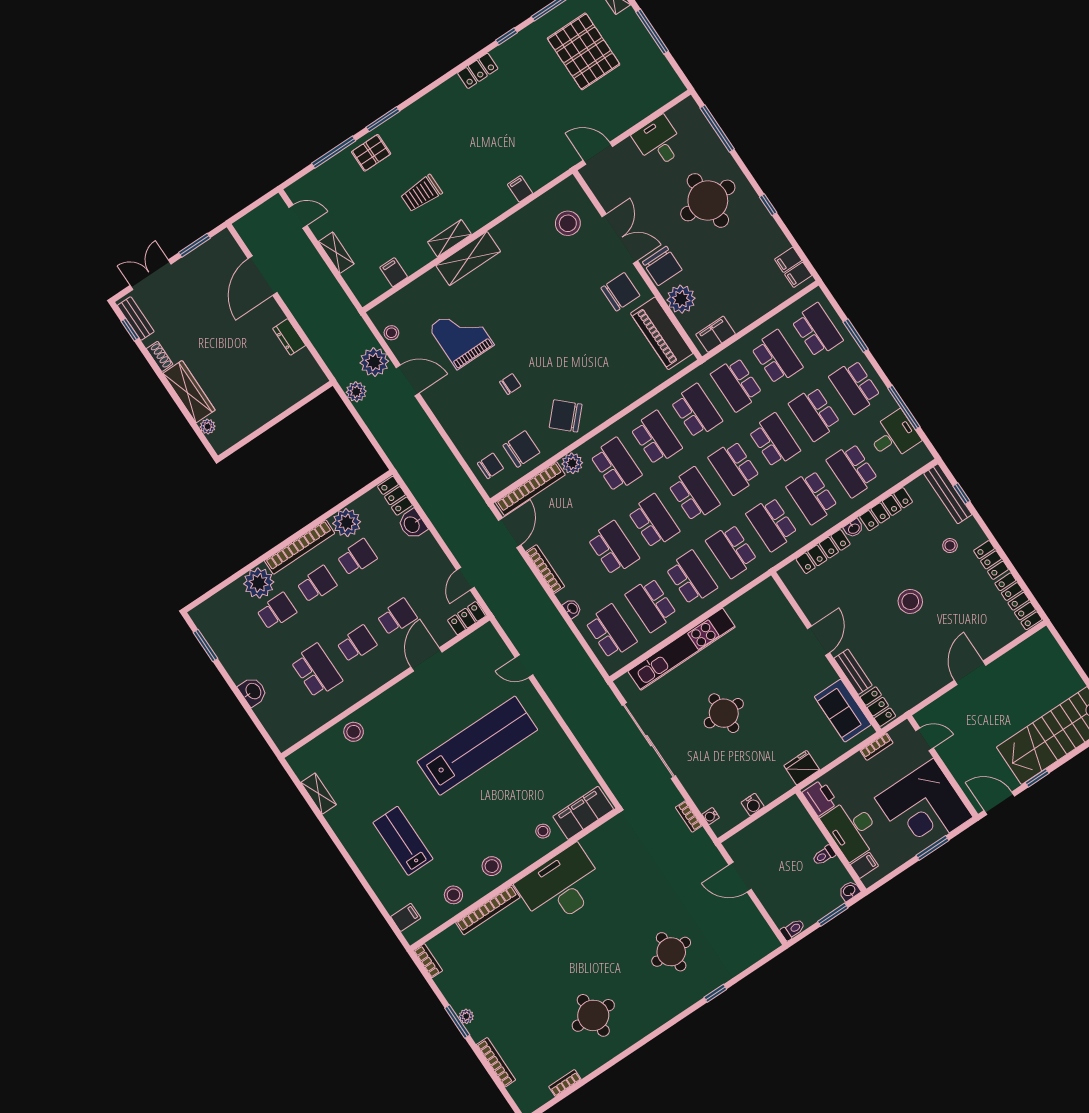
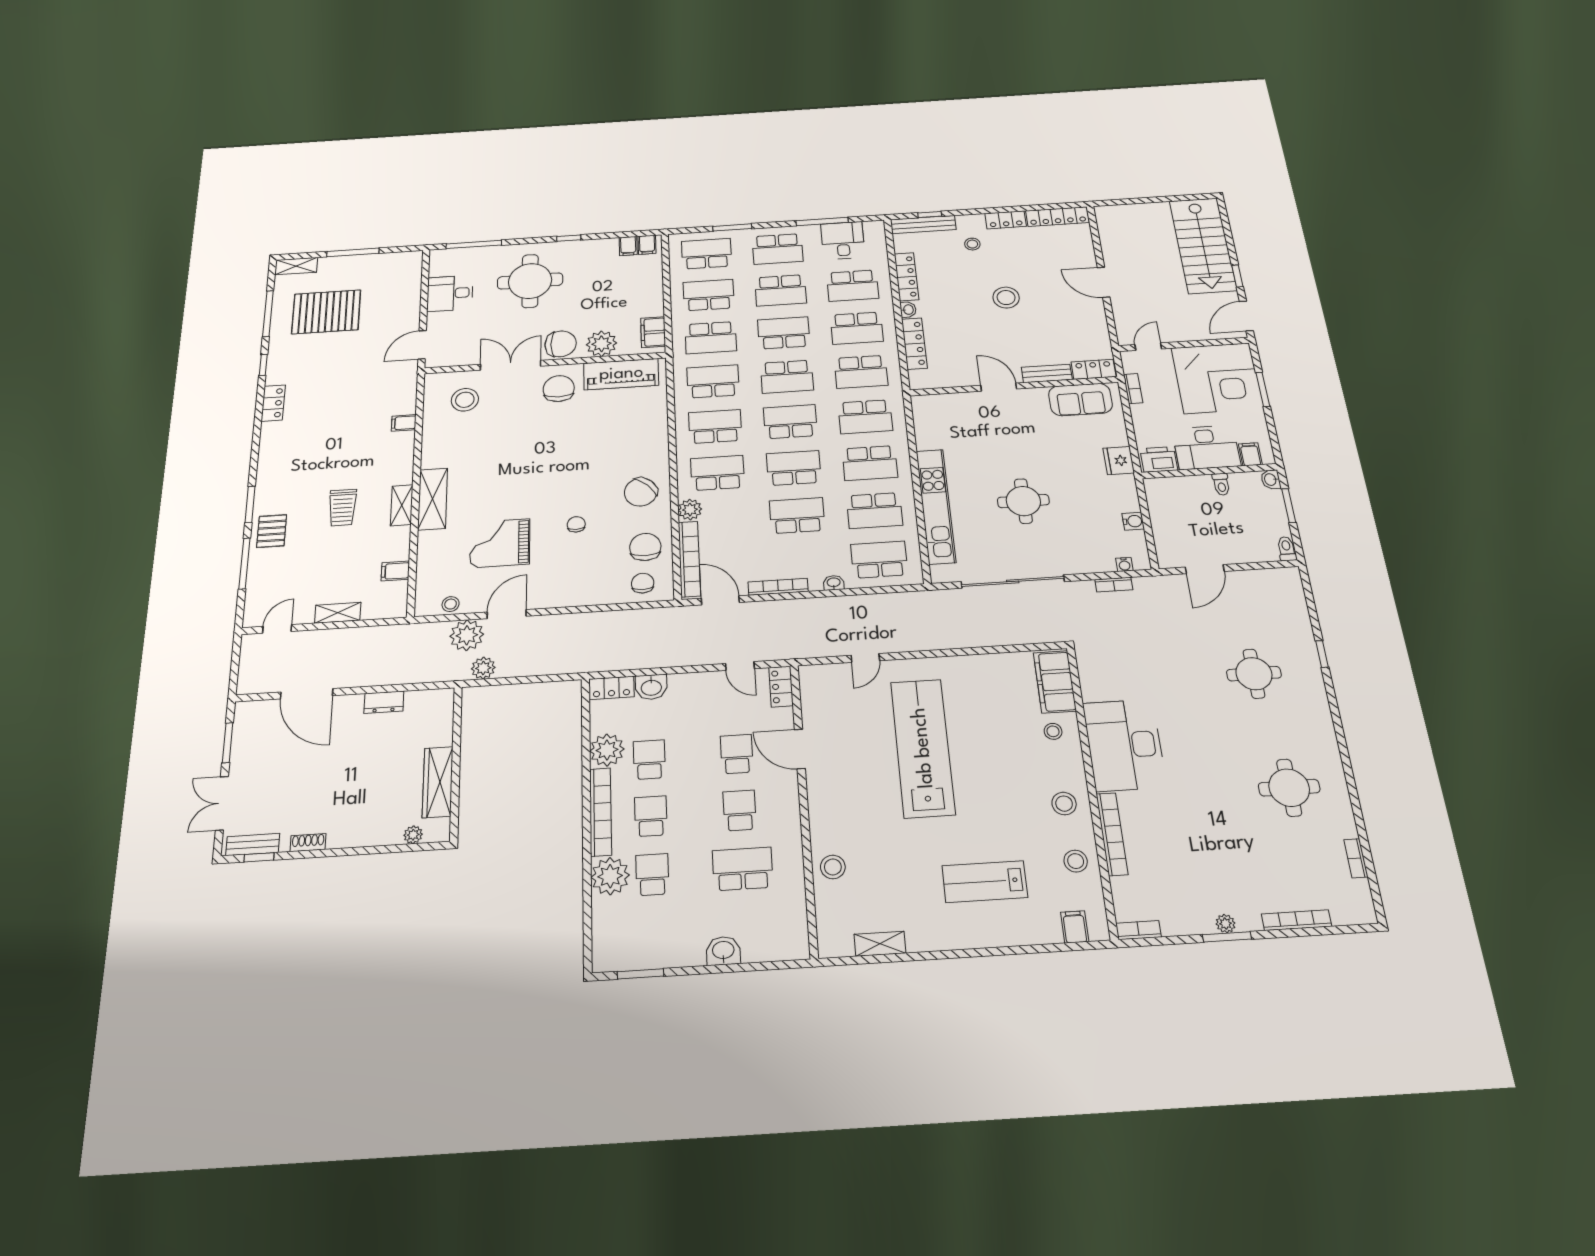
wardrobe: (189, 392) -> (438, 782), moved, turned -90
school desk: (691, 578) -> (870, 463), turned 180

